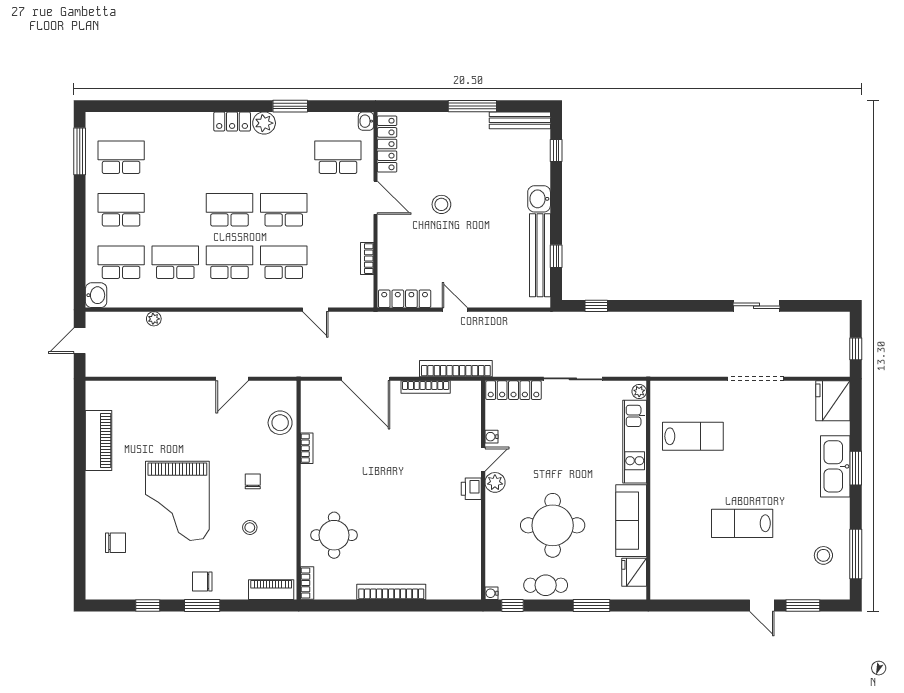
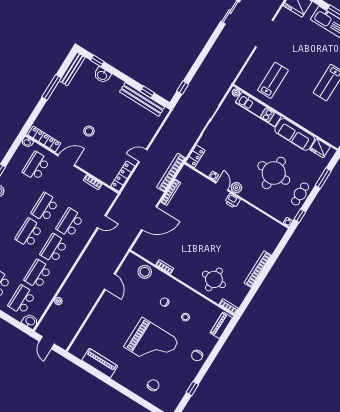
washbasin: (539, 199) -> (102, 75), moved
locker: (514, 390) -> (195, 156), width x0.66
window: (202, 605) -> (208, 363), removed

